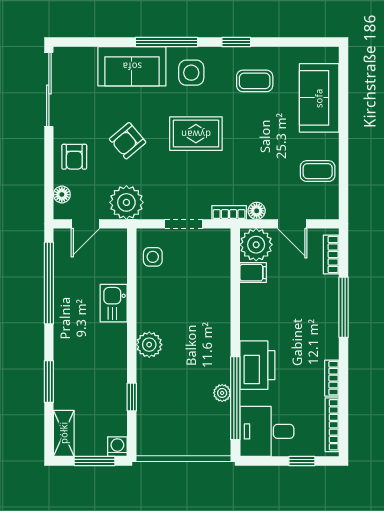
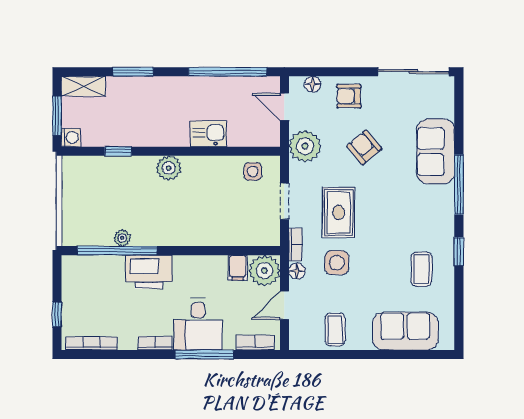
side table: (191, 73) -> (337, 263), moved
rug: (196, 134) -> (339, 212), moved
bookcase: (332, 378) -> (155, 343), moved
desk: (267, 431) -> (198, 324), moved, turned 180

